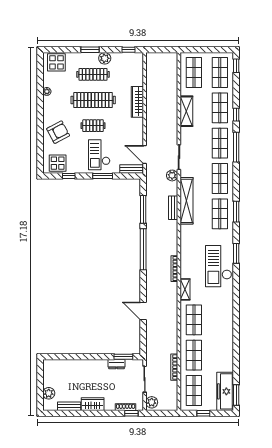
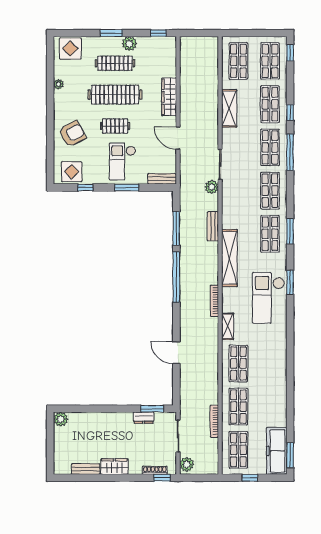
door: (145, 154) -> (178, 138), moved
shelving: (187, 201) -> (229, 258), moved
plant: (49, 393) -> (61, 419), moved

